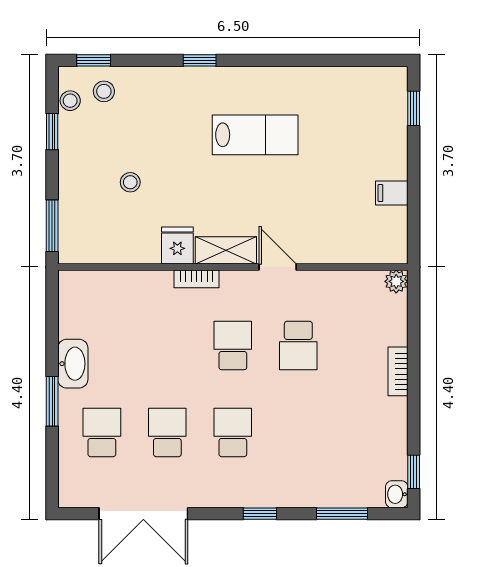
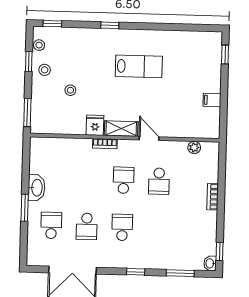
stool: (104, 91) -> (45, 70), moved
plant: (396, 281) -> (194, 147), moved
school desk: (167, 432) -> (87, 226), turned 180

